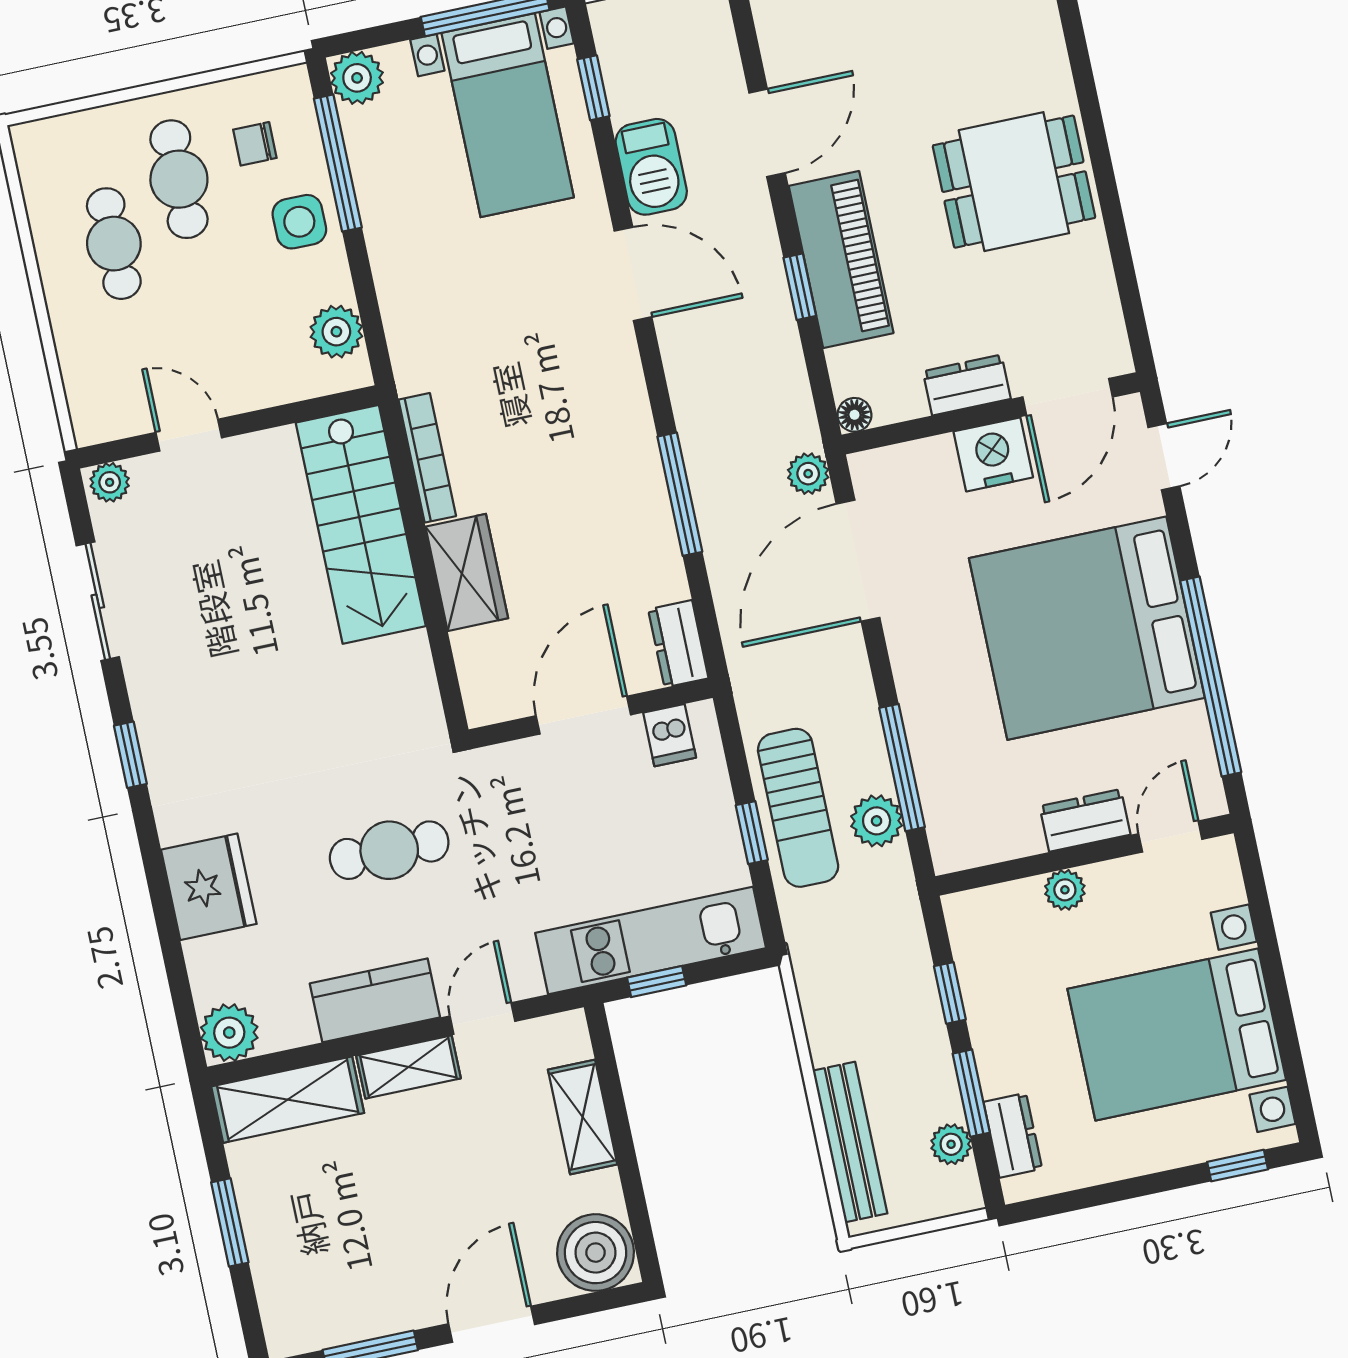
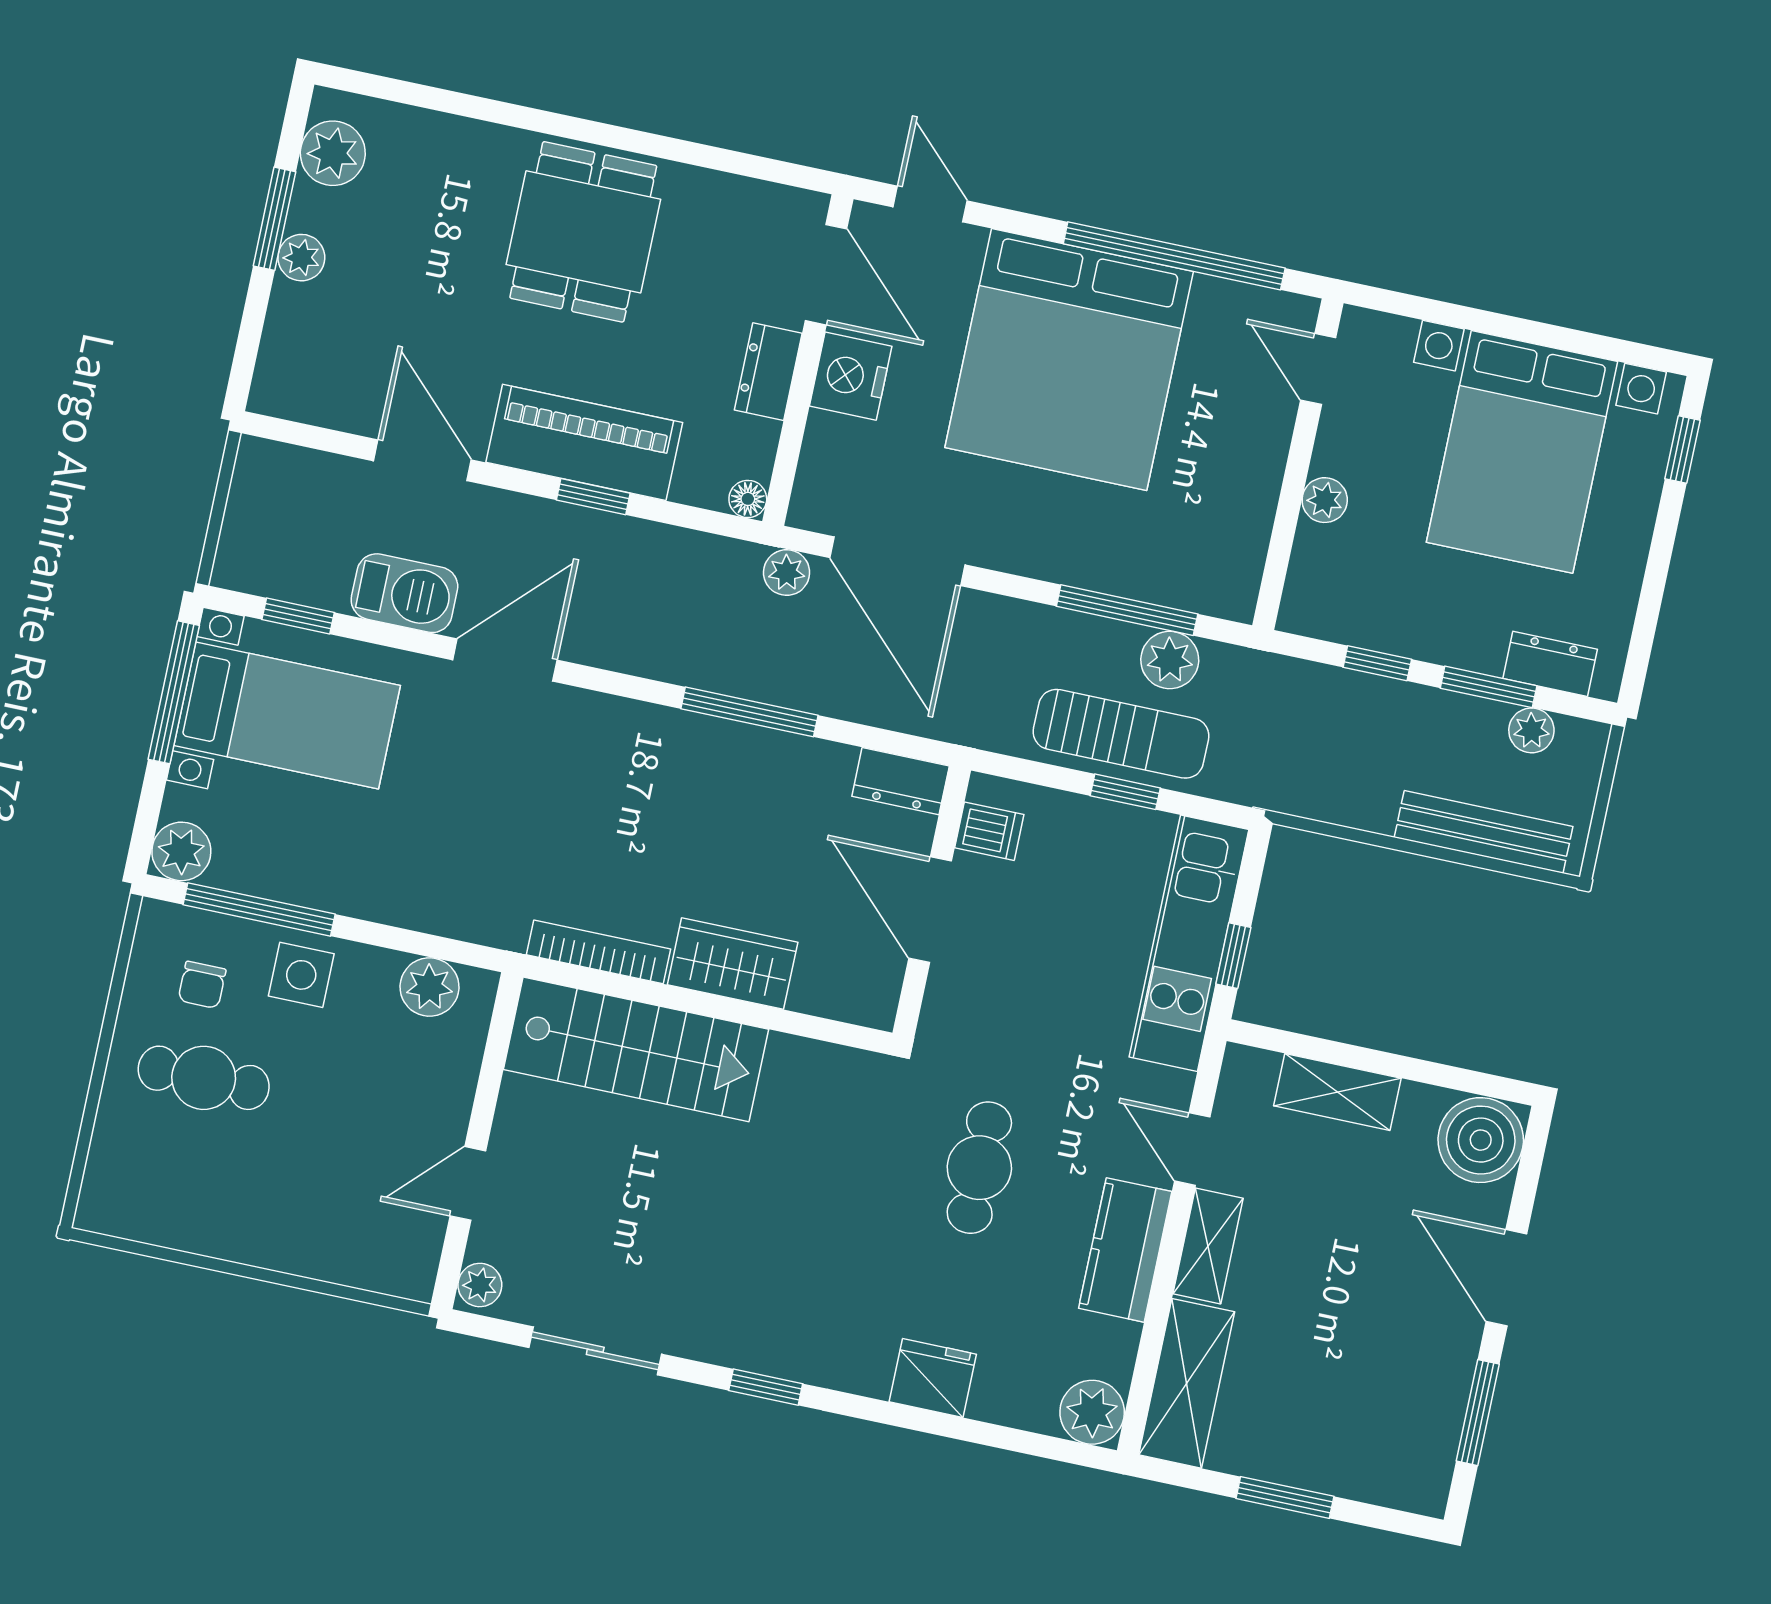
cafe table: (114, 244) -> (240, 1173), removed
dresser: (1085, 820) -> (1263, 448), removed
fridge: (209, 887) -> (933, 1378), width x0.73, depth x0.75

